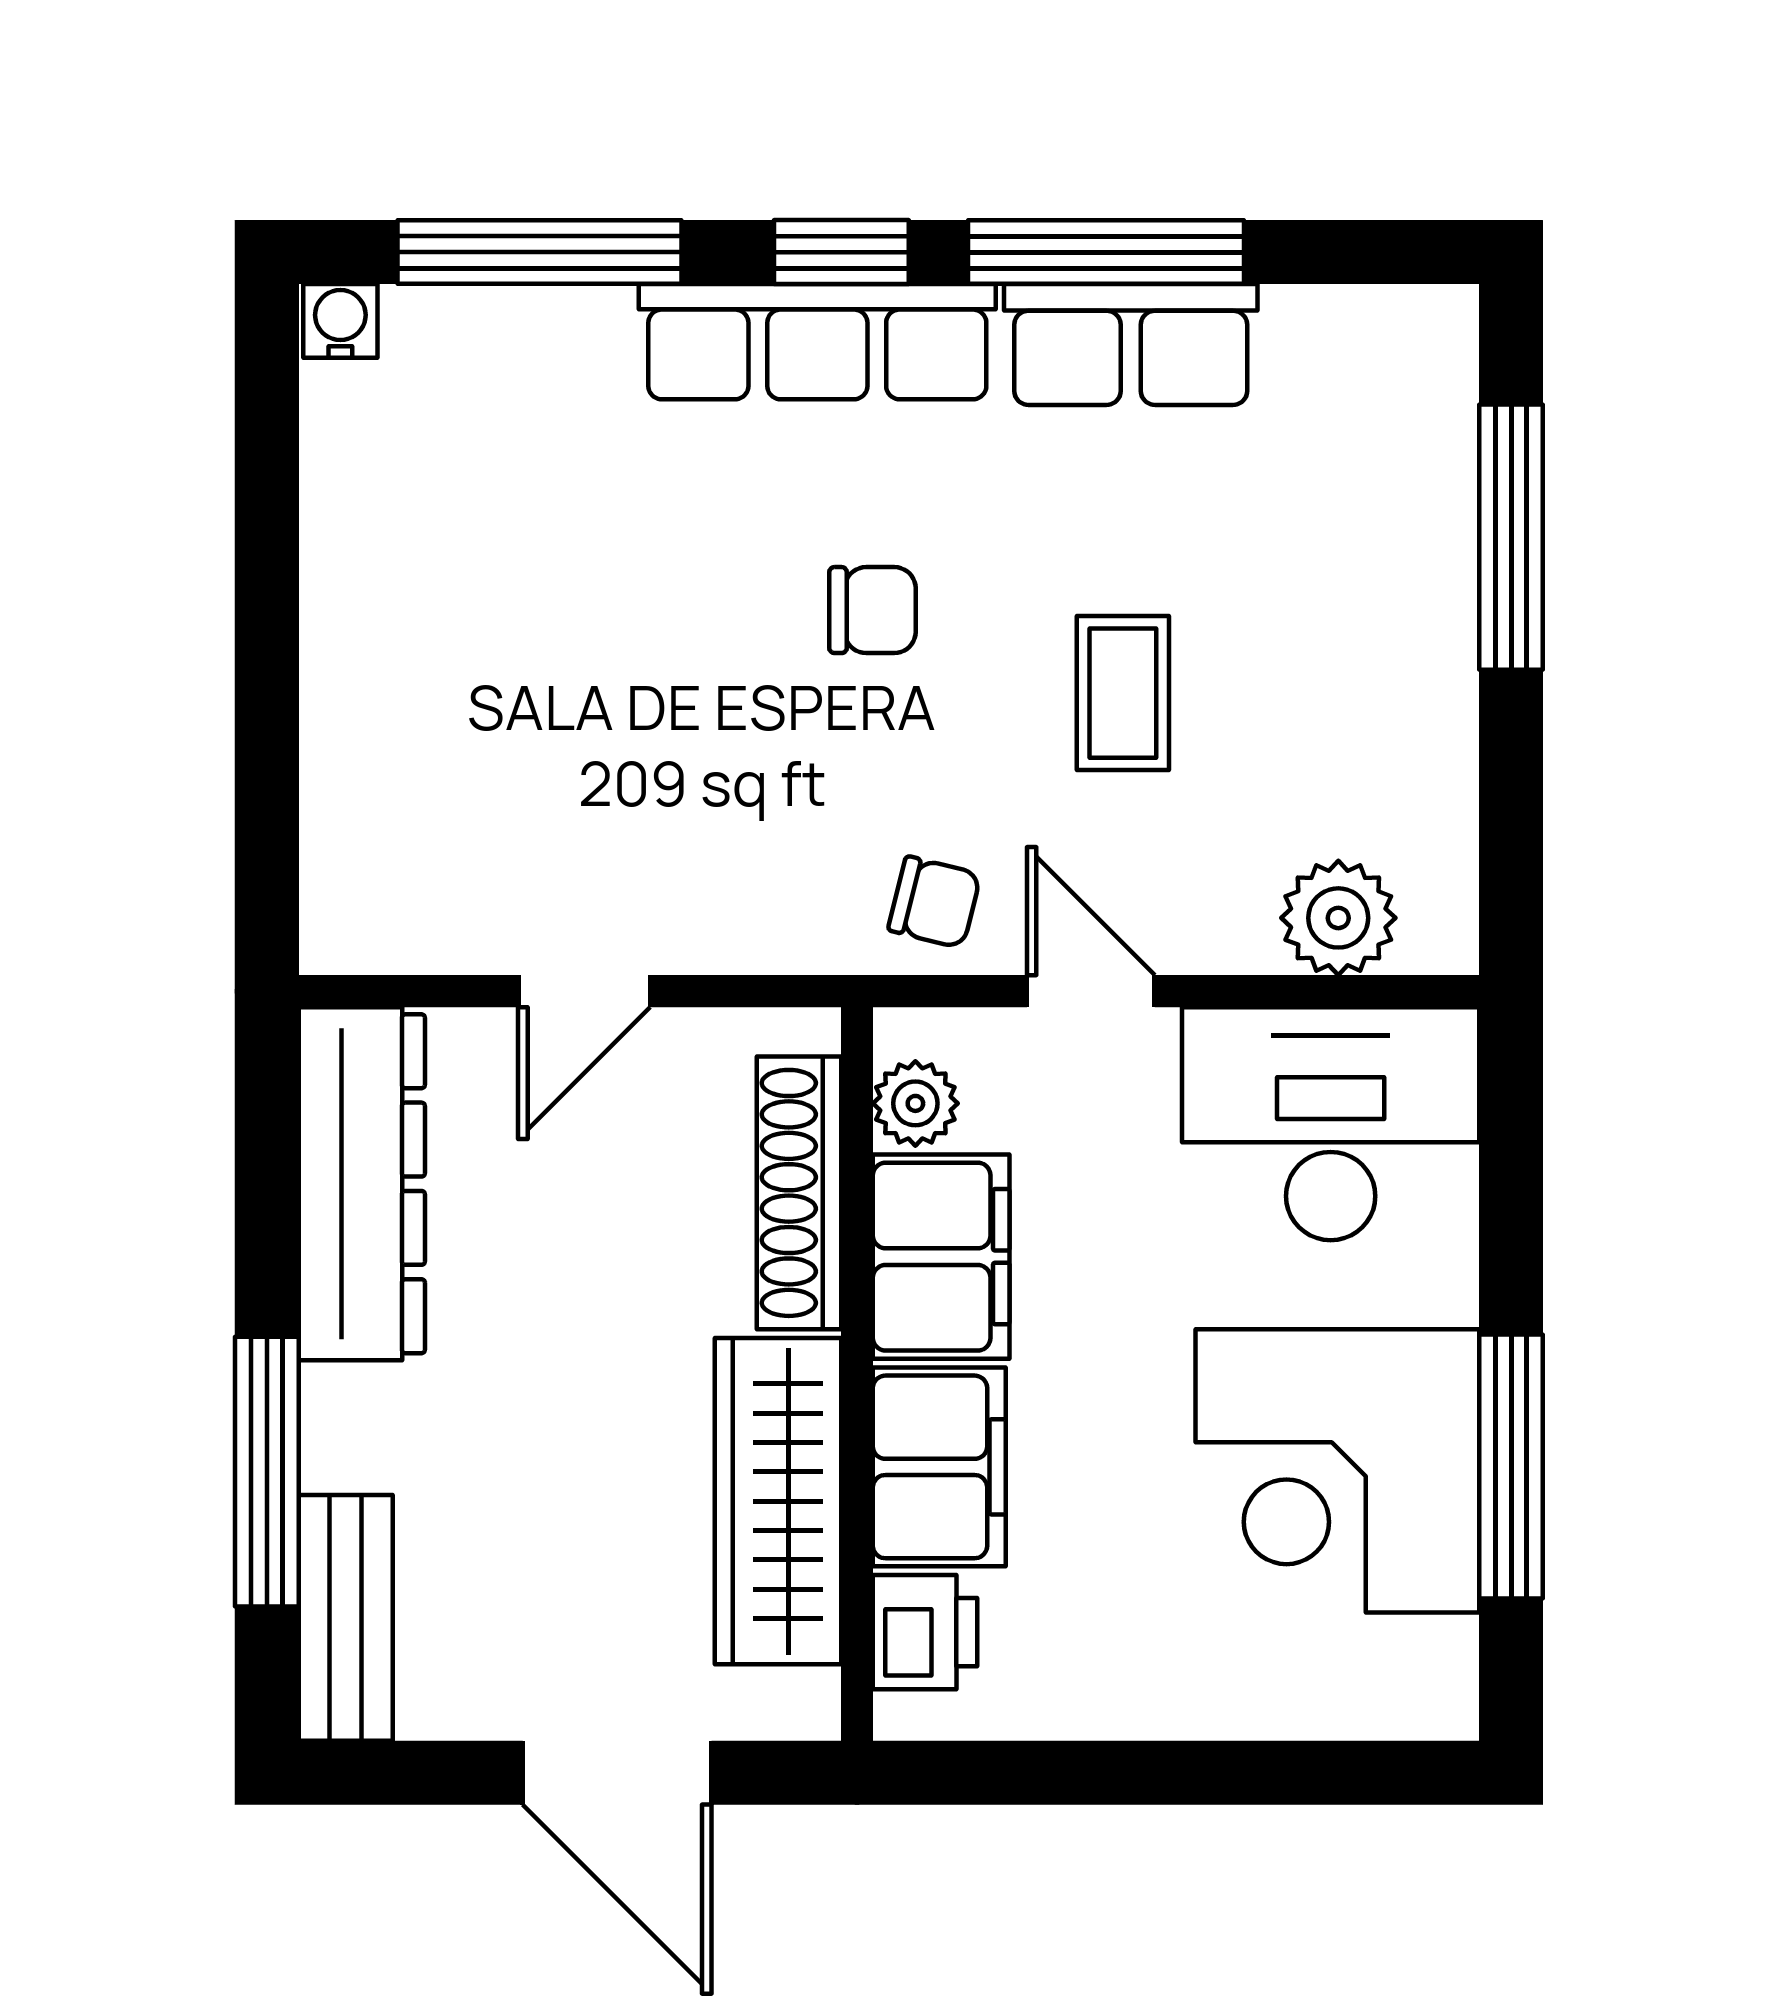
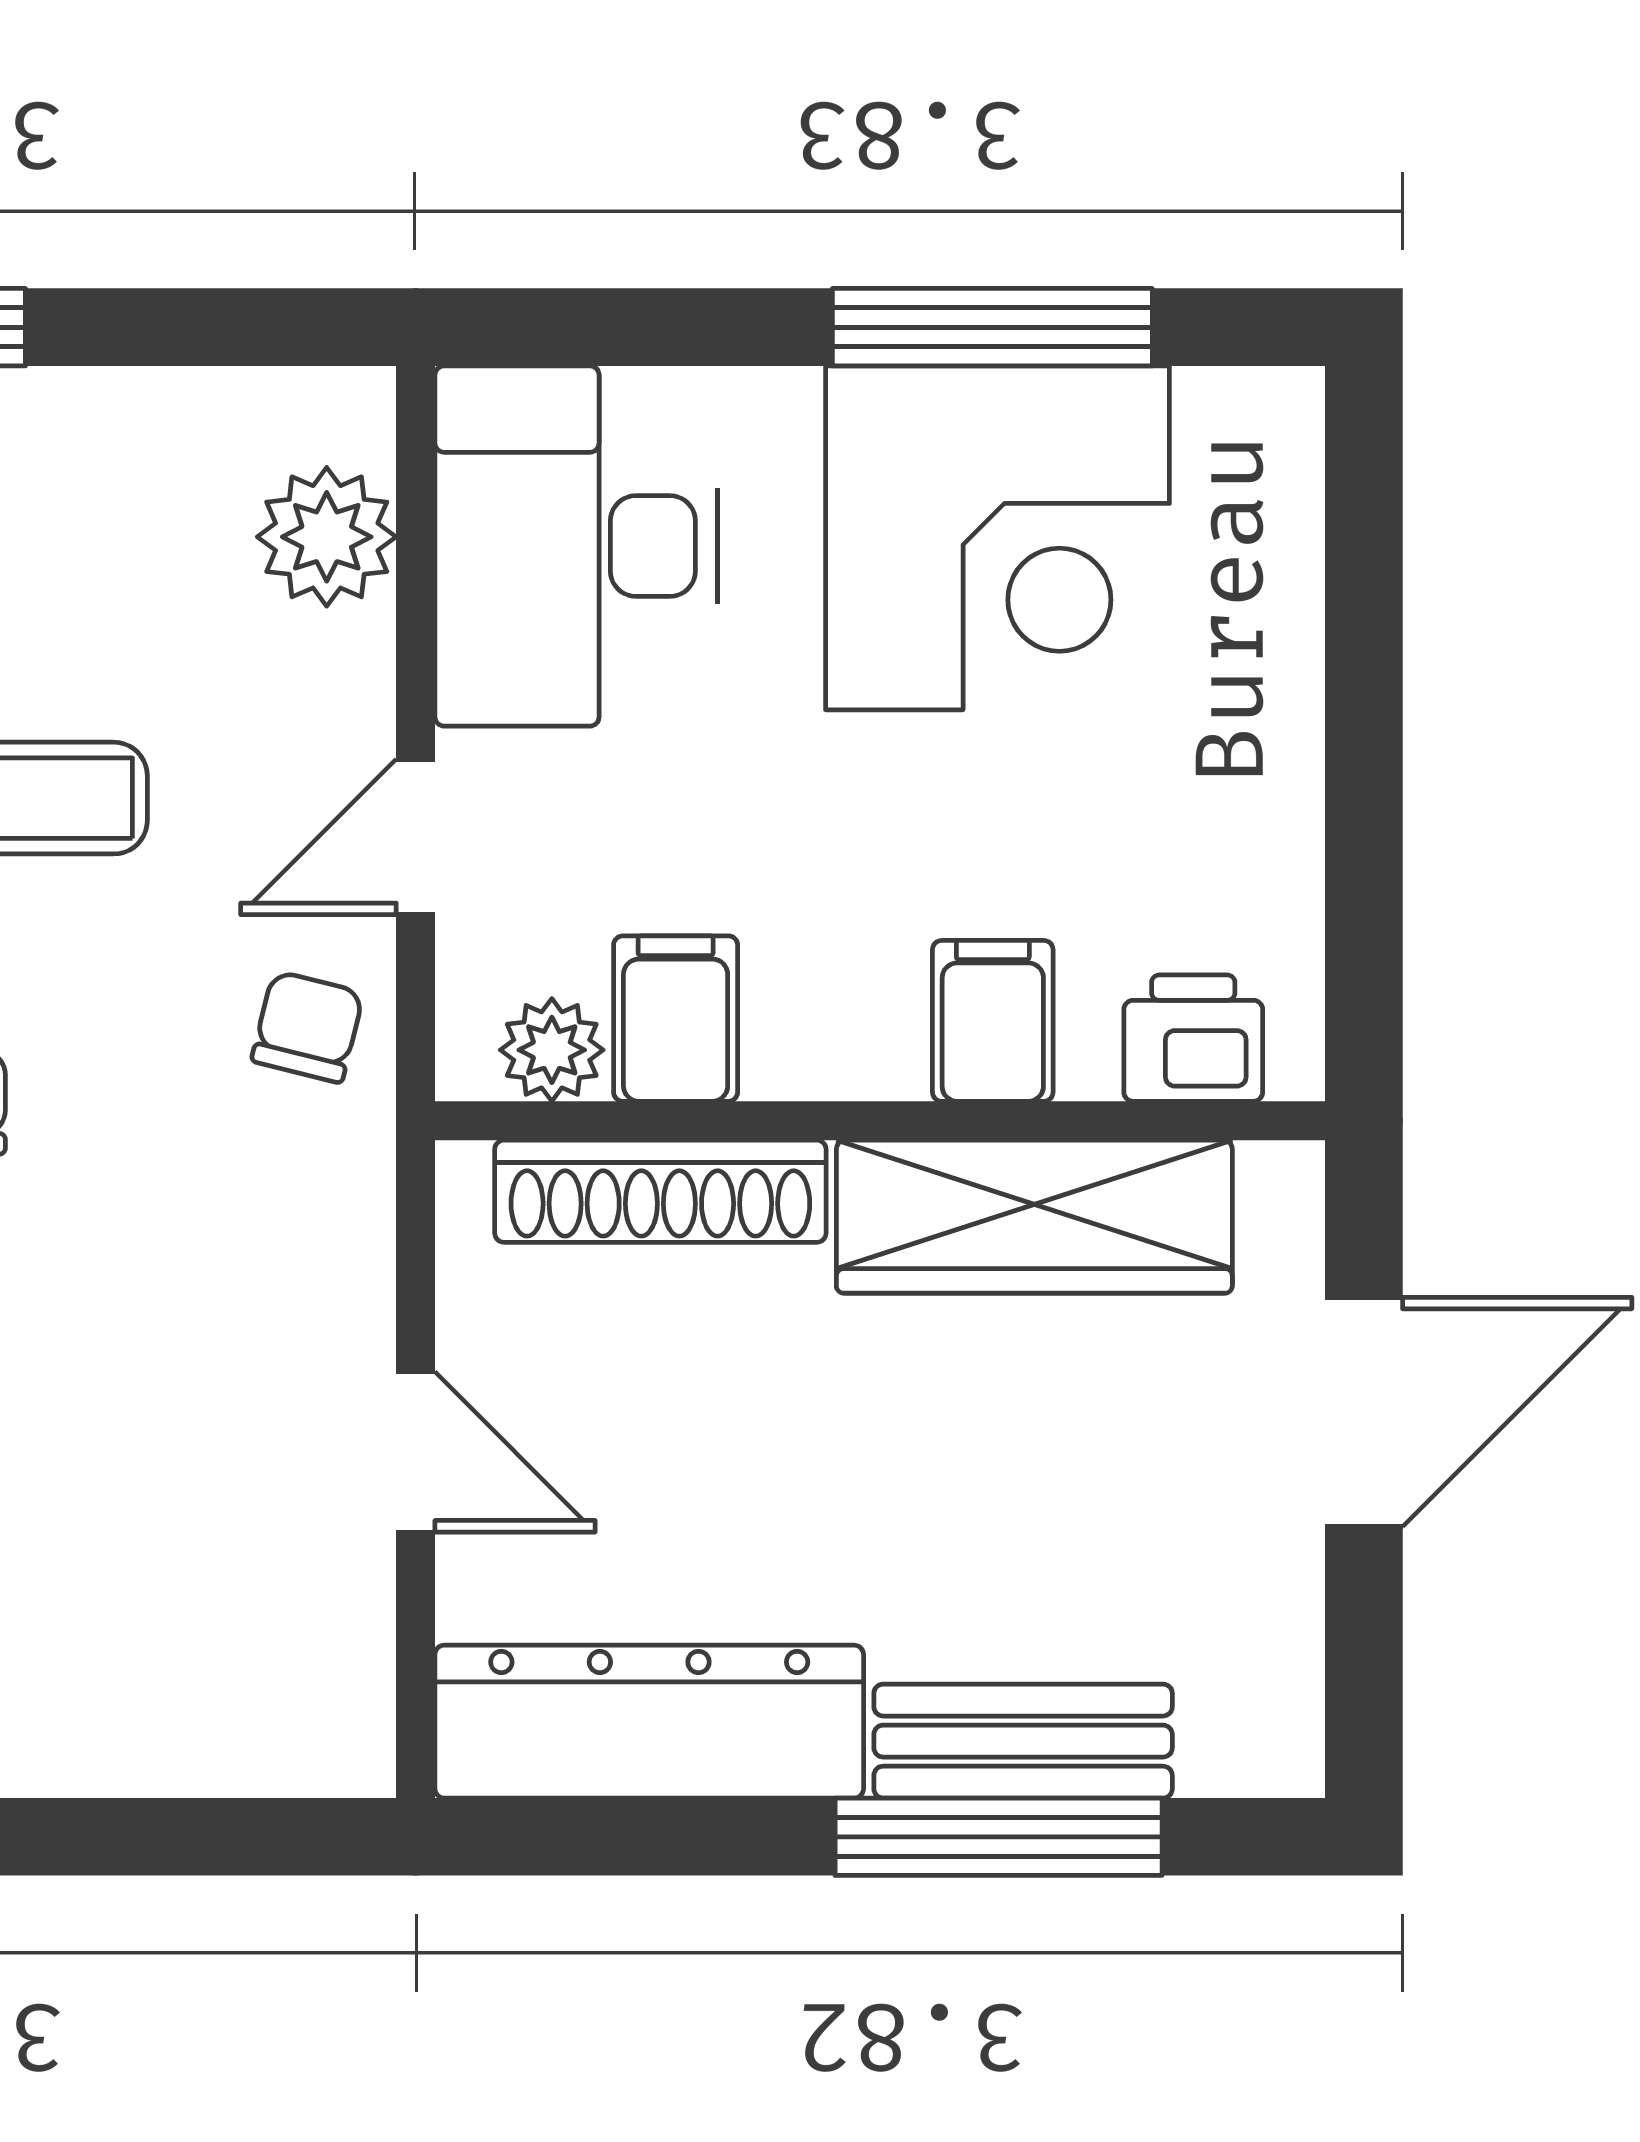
filing cabinet: (941, 1257) -> (676, 1019), width x0.50
filing cabinet: (939, 1467) -> (993, 1021), width x0.50
bench: (346, 1618) -> (1023, 1741), moved

